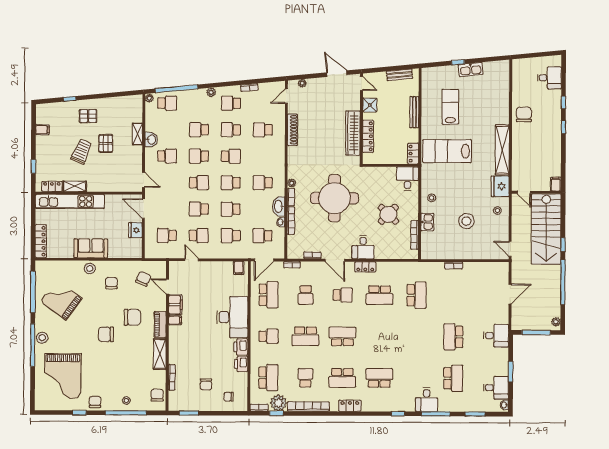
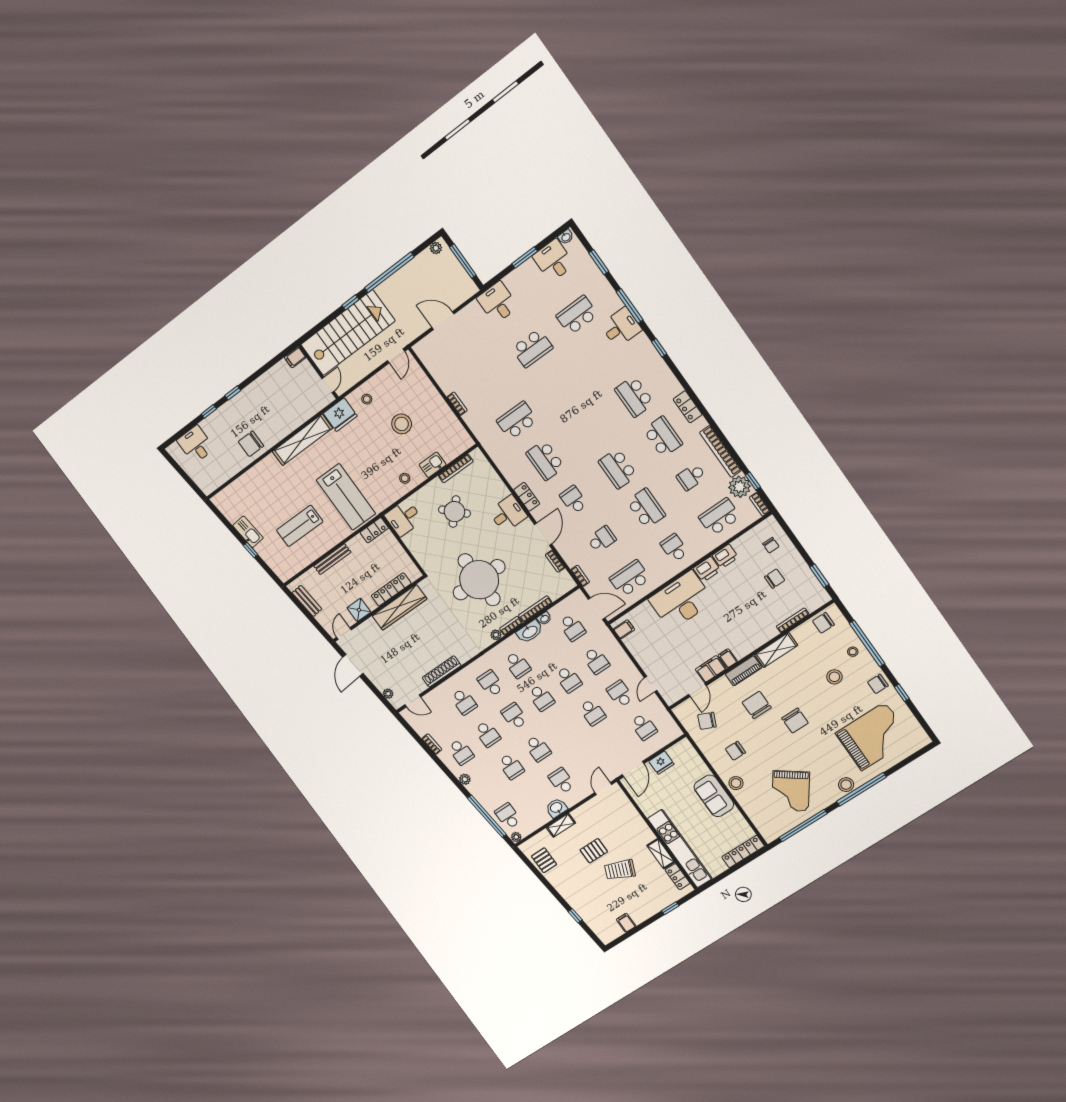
pallet: (88, 116) -> (544, 860), moved
school desk: (199, 183) -> (491, 683), moved
school desk: (380, 295) -> (545, 460), turned 180
stool: (118, 378) -> (834, 677), added

